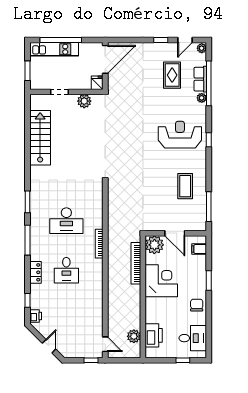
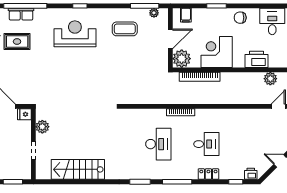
plant: (202, 98) -> (154, 13), moved
reception desk: (180, 135) -> (75, 34), turned 90
printer: (154, 335) -> (257, 59), moved

